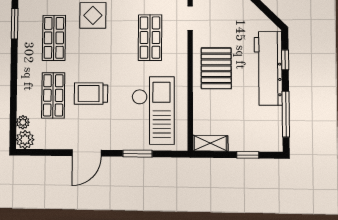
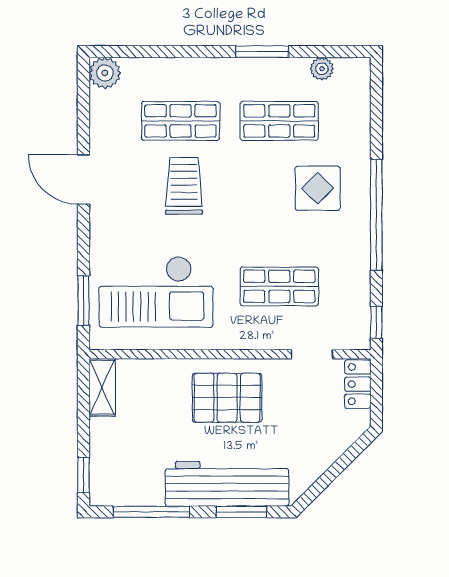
window: (15, 24) -> (262, 52), moved
window: (285, 60) -> (241, 512), width x1.50
plant: (23, 122) -> (322, 69), moved
window: (137, 154) -> (83, 300), moved
window: (248, 155) -> (83, 475), moved

